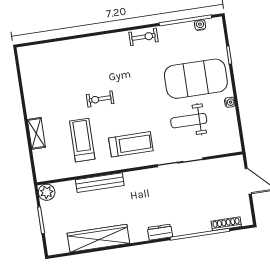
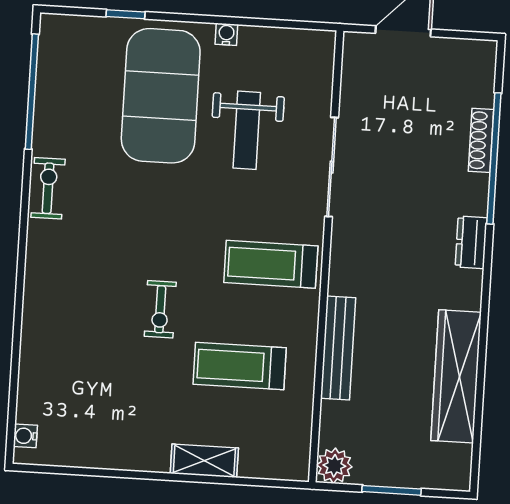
water cooler: (200, 25) -> (25, 436), moved
treadmill: (131, 144) -> (271, 264), turned -90
shoe rack: (226, 224) -> (481, 140), moved

